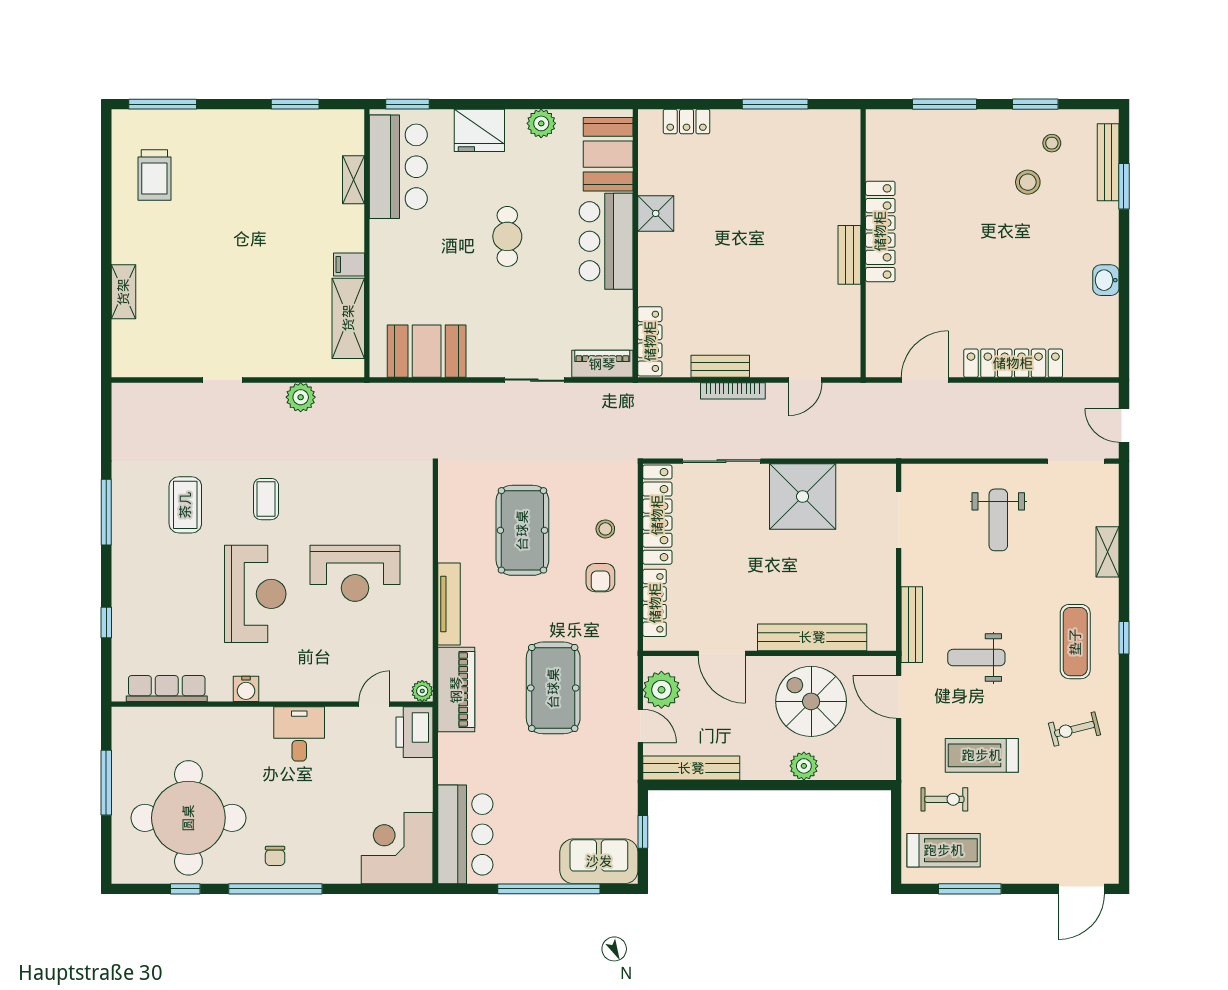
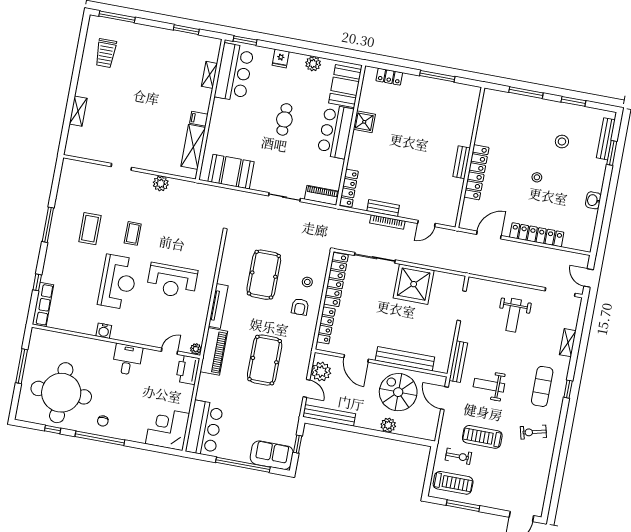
fridge: (479, 130) -> (281, 58), width x0.53, depth x0.75
stool: (1052, 143) -> (537, 177), moved
locker: (880, 231) -> (476, 172), moved
row of seats: (167, 689) -> (43, 305), moved, turned 90

